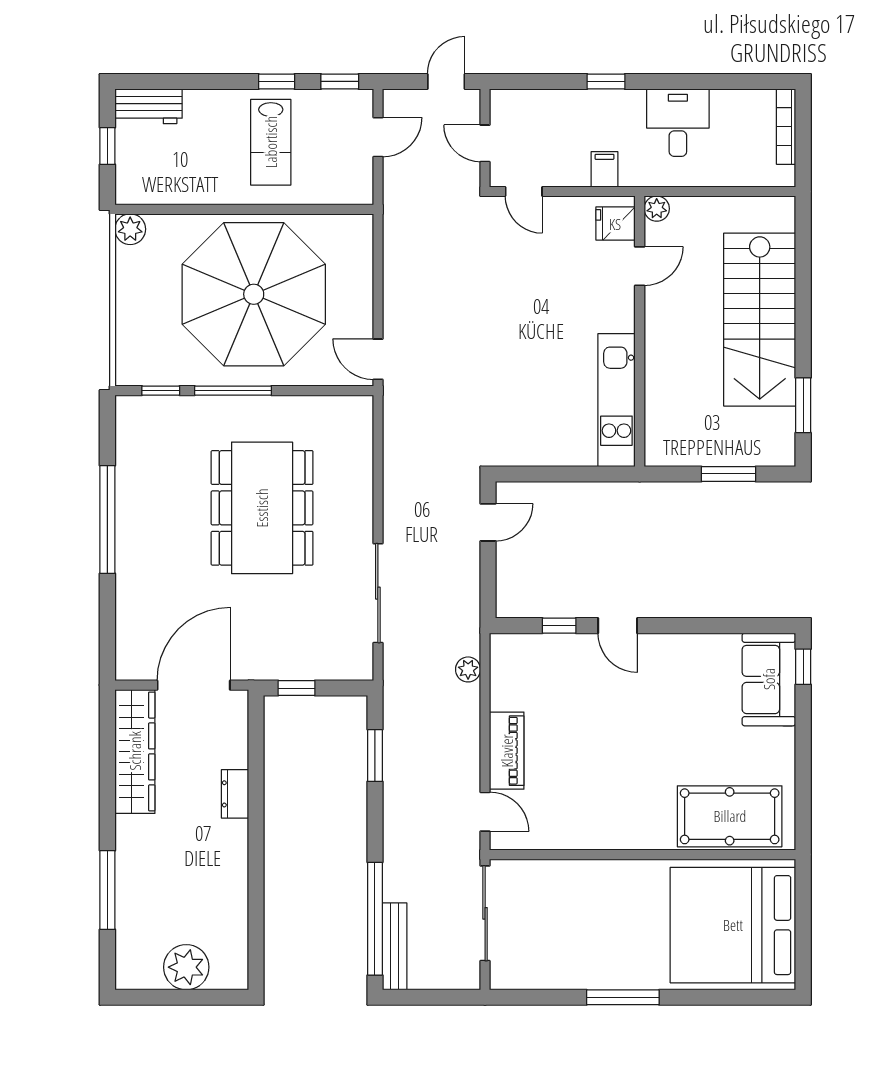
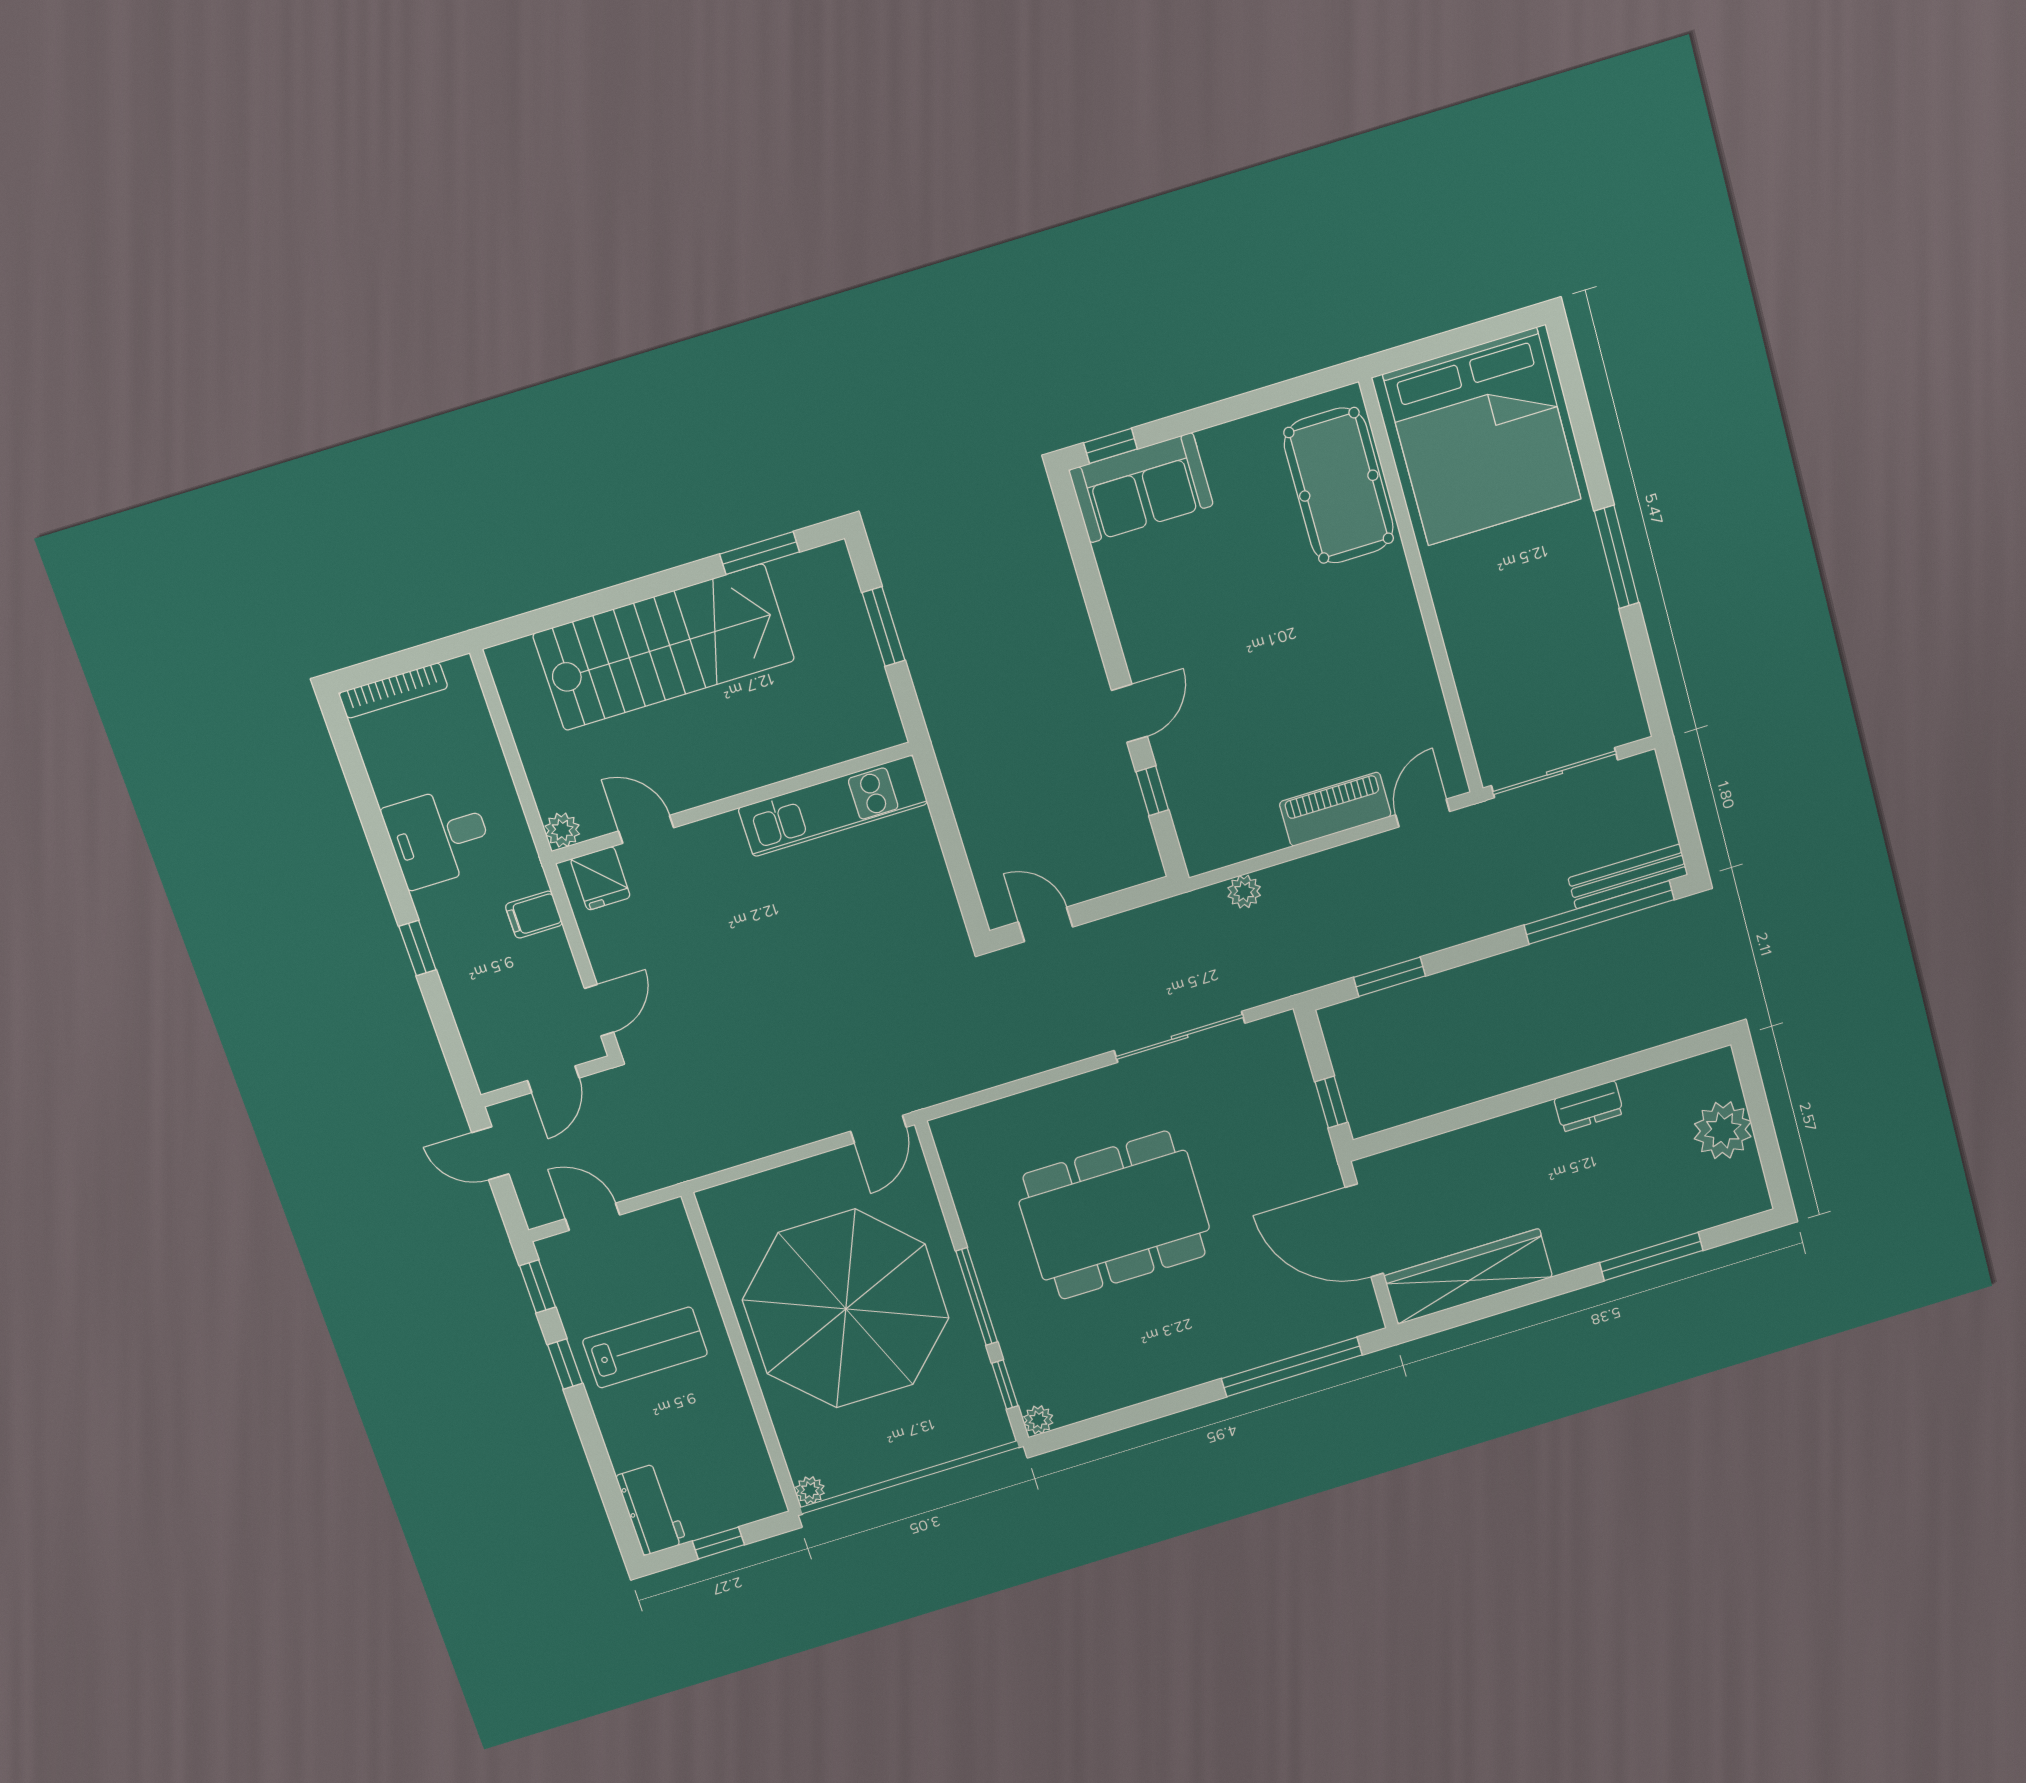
plant: (130, 229) -> (810, 1490), width x0.73, depth x0.73
plant: (126, 407) -> (1038, 1420), added
window: (107, 520) -> (1292, 1367), moved
dresser: (235, 794) -> (1589, 1106), moved

